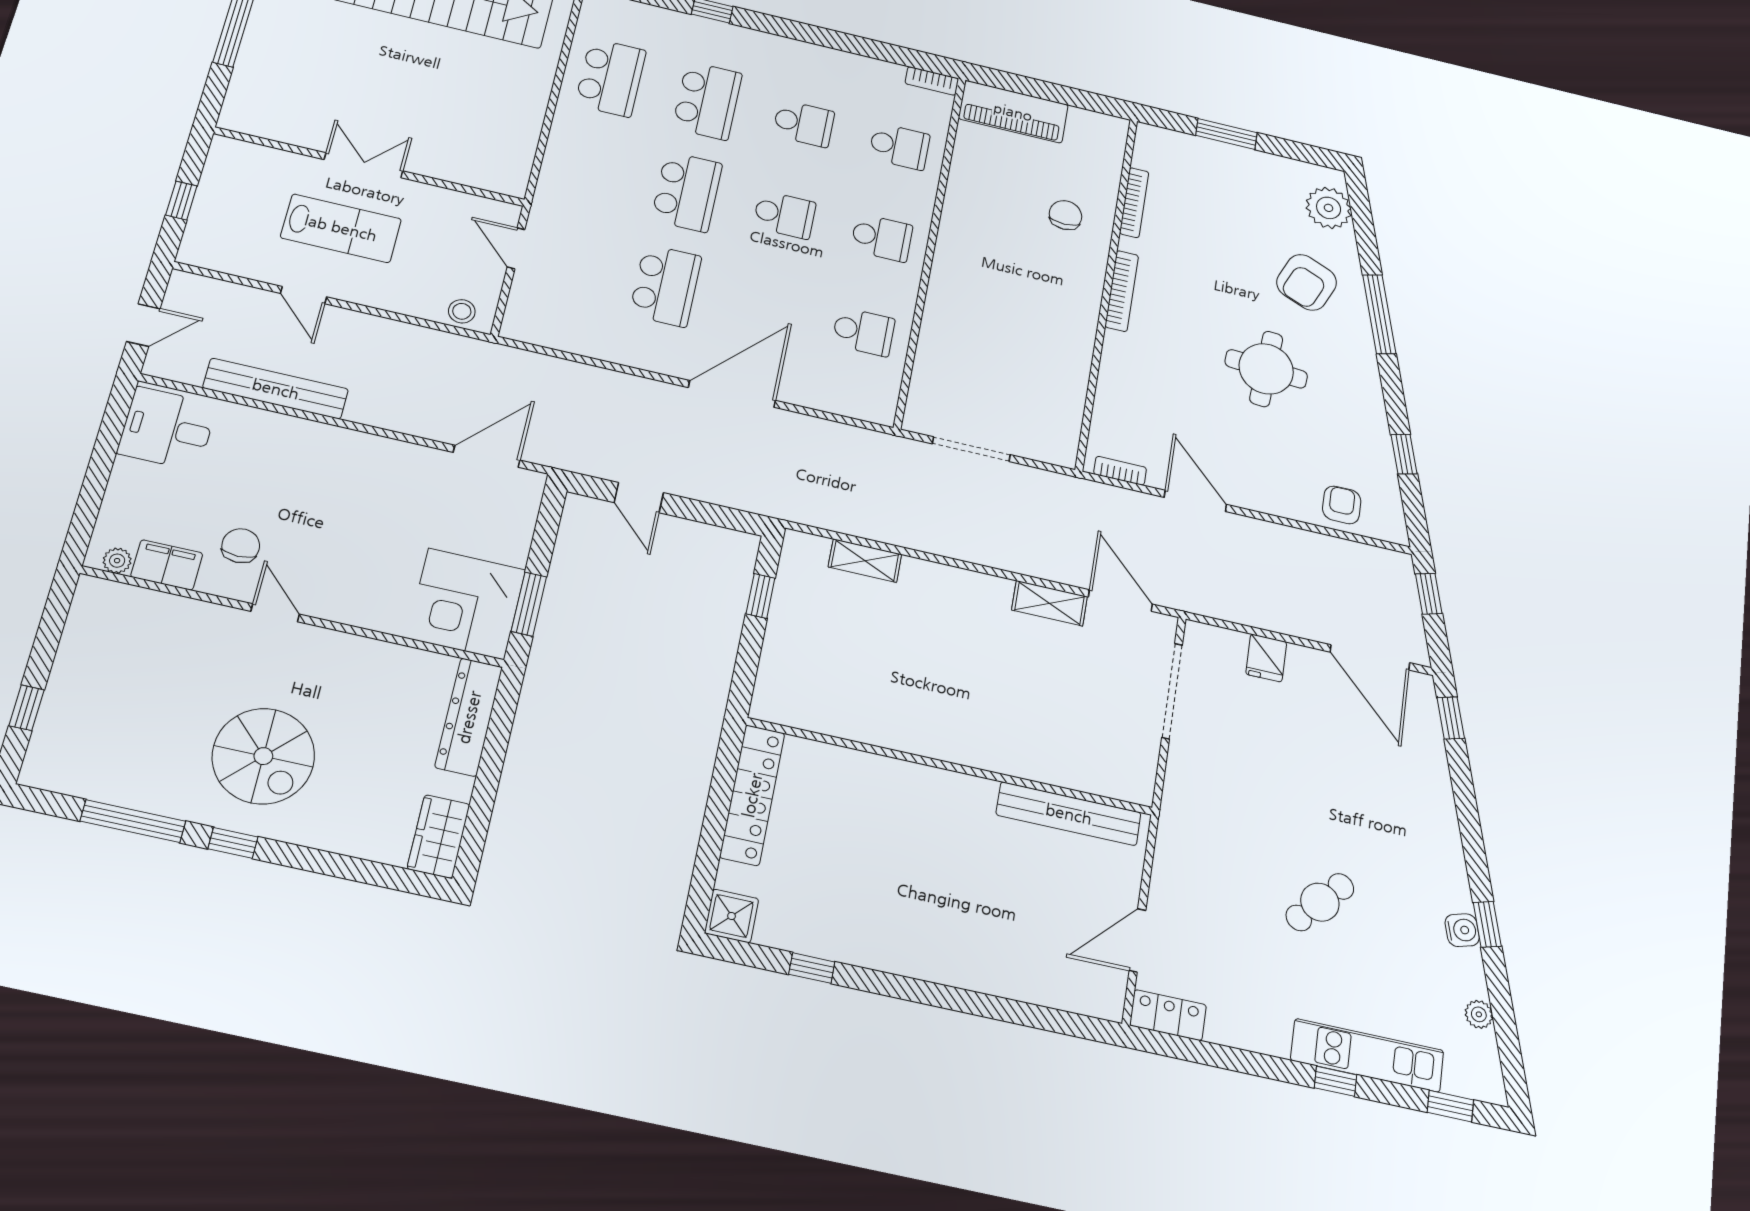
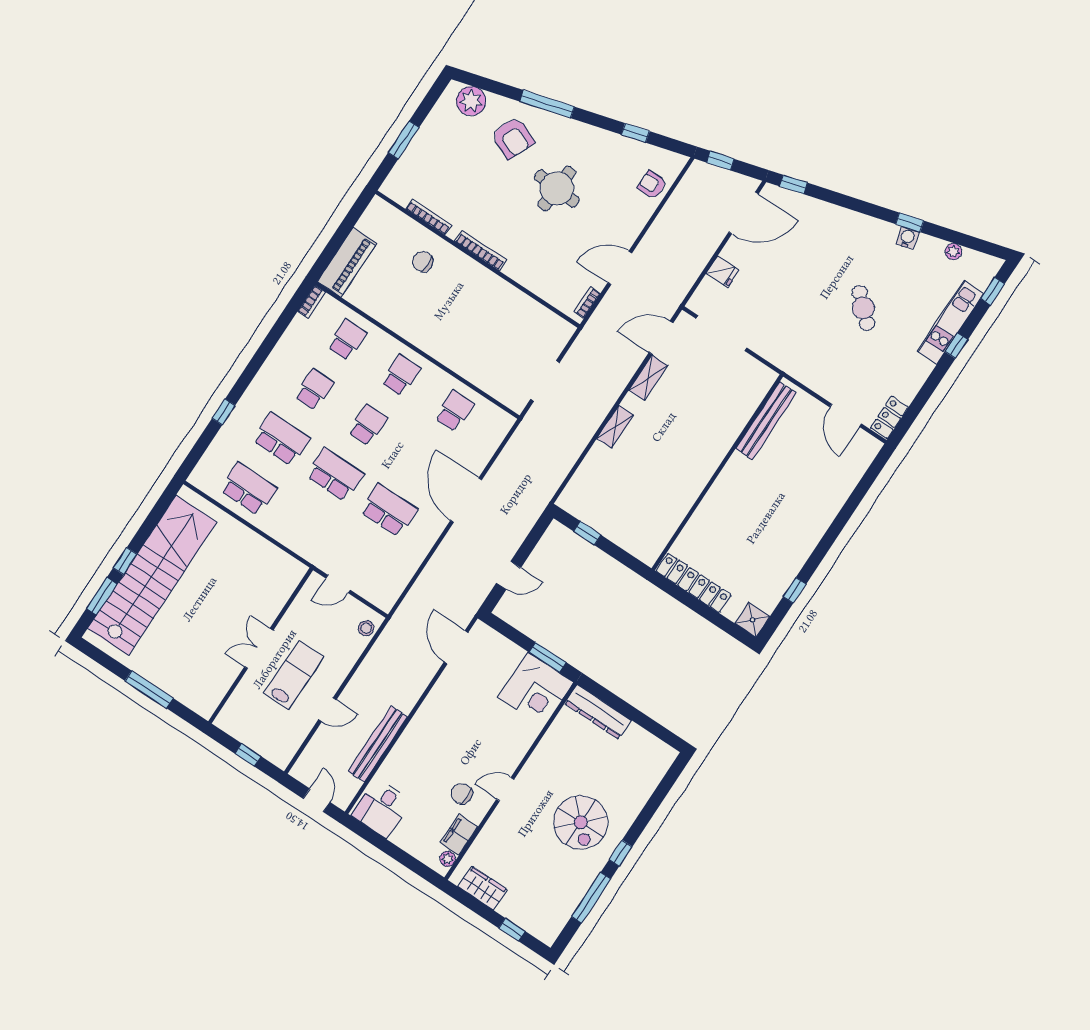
shelving: (865, 561) -> (615, 427), moved
spiral stairs: (263, 756) -> (581, 822), turned 90
wardrobe: (439, 836) -> (483, 888), moved, turned 180

